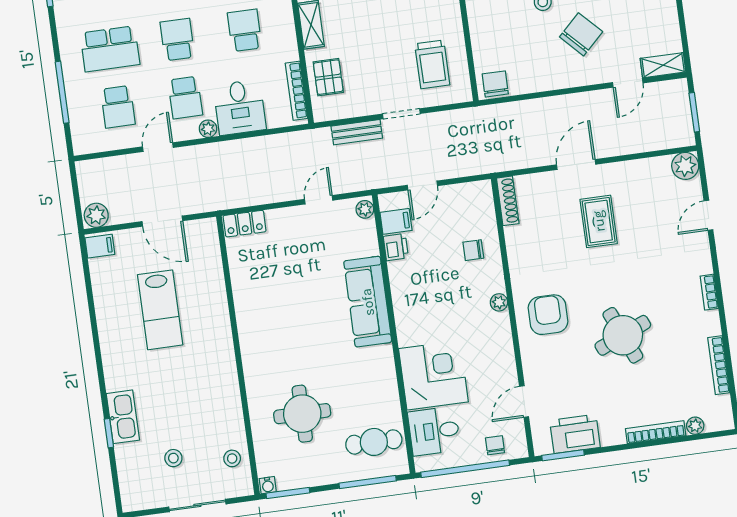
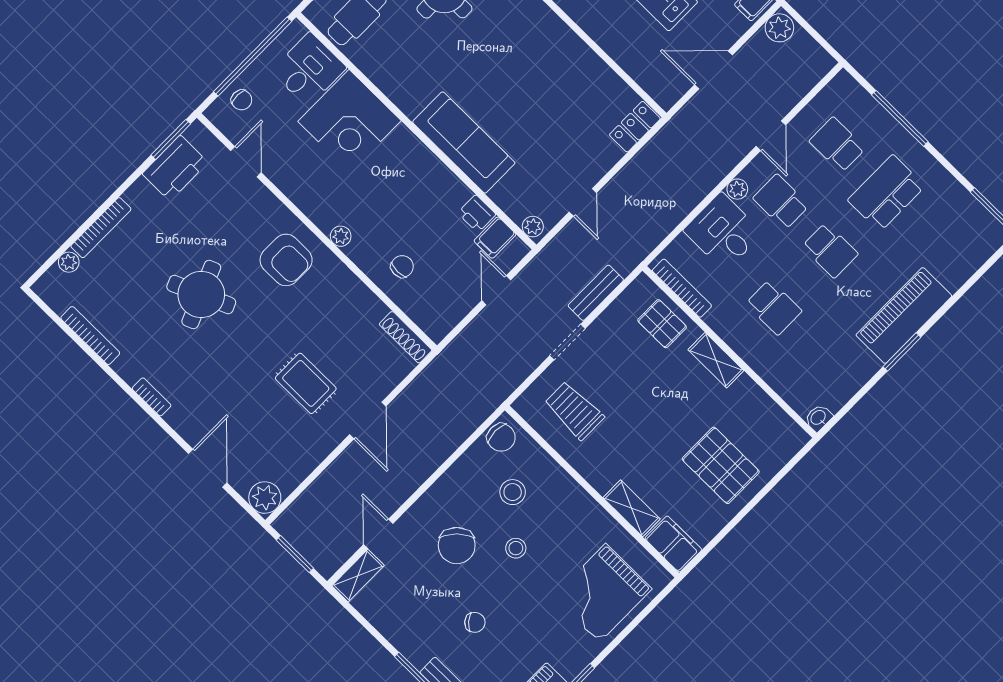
stool: (516, 41) -> (513, 492), added
door: (708, 215) -> (208, 468), width x1.38

